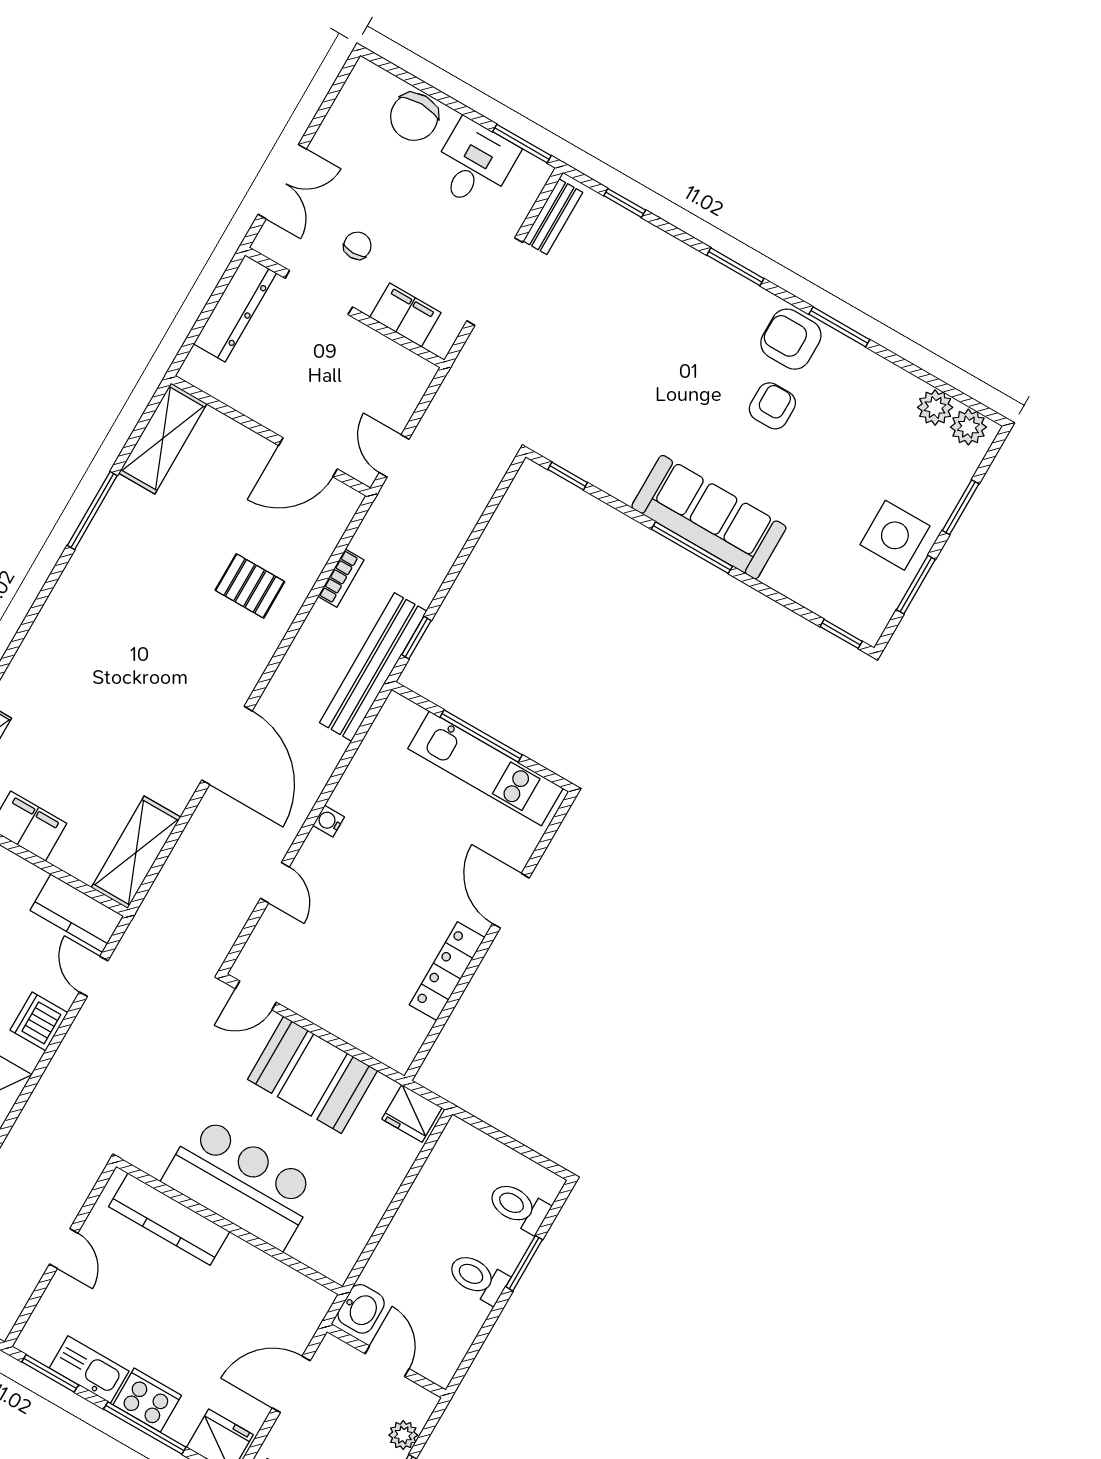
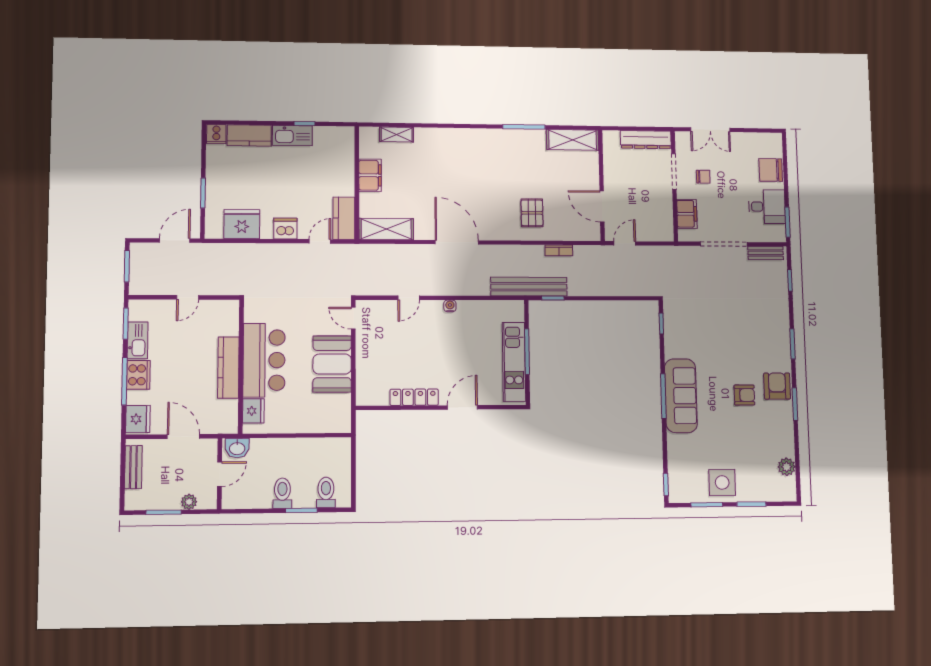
plant: (968, 427) -> (787, 487), removed
door: (227, 745) -> (457, 242), swing flipped
fridge: (412, 1113) -> (253, 411), moved, turned 180
kitchen counter: (169, 1219) -> (228, 368), moved

